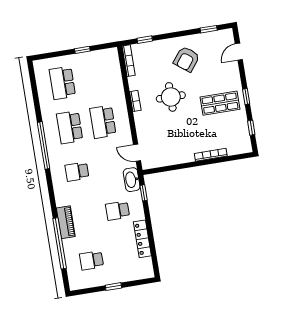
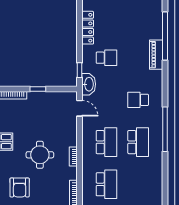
armchair: (186, 59) -> (20, 187), turned 142
school desk: (62, 83) -> (107, 184), moved
window: (184, 166) -> (38, 89), added
school desk: (77, 172) -> (138, 100), turned 180
school desk: (91, 260) -> (138, 15), removed

